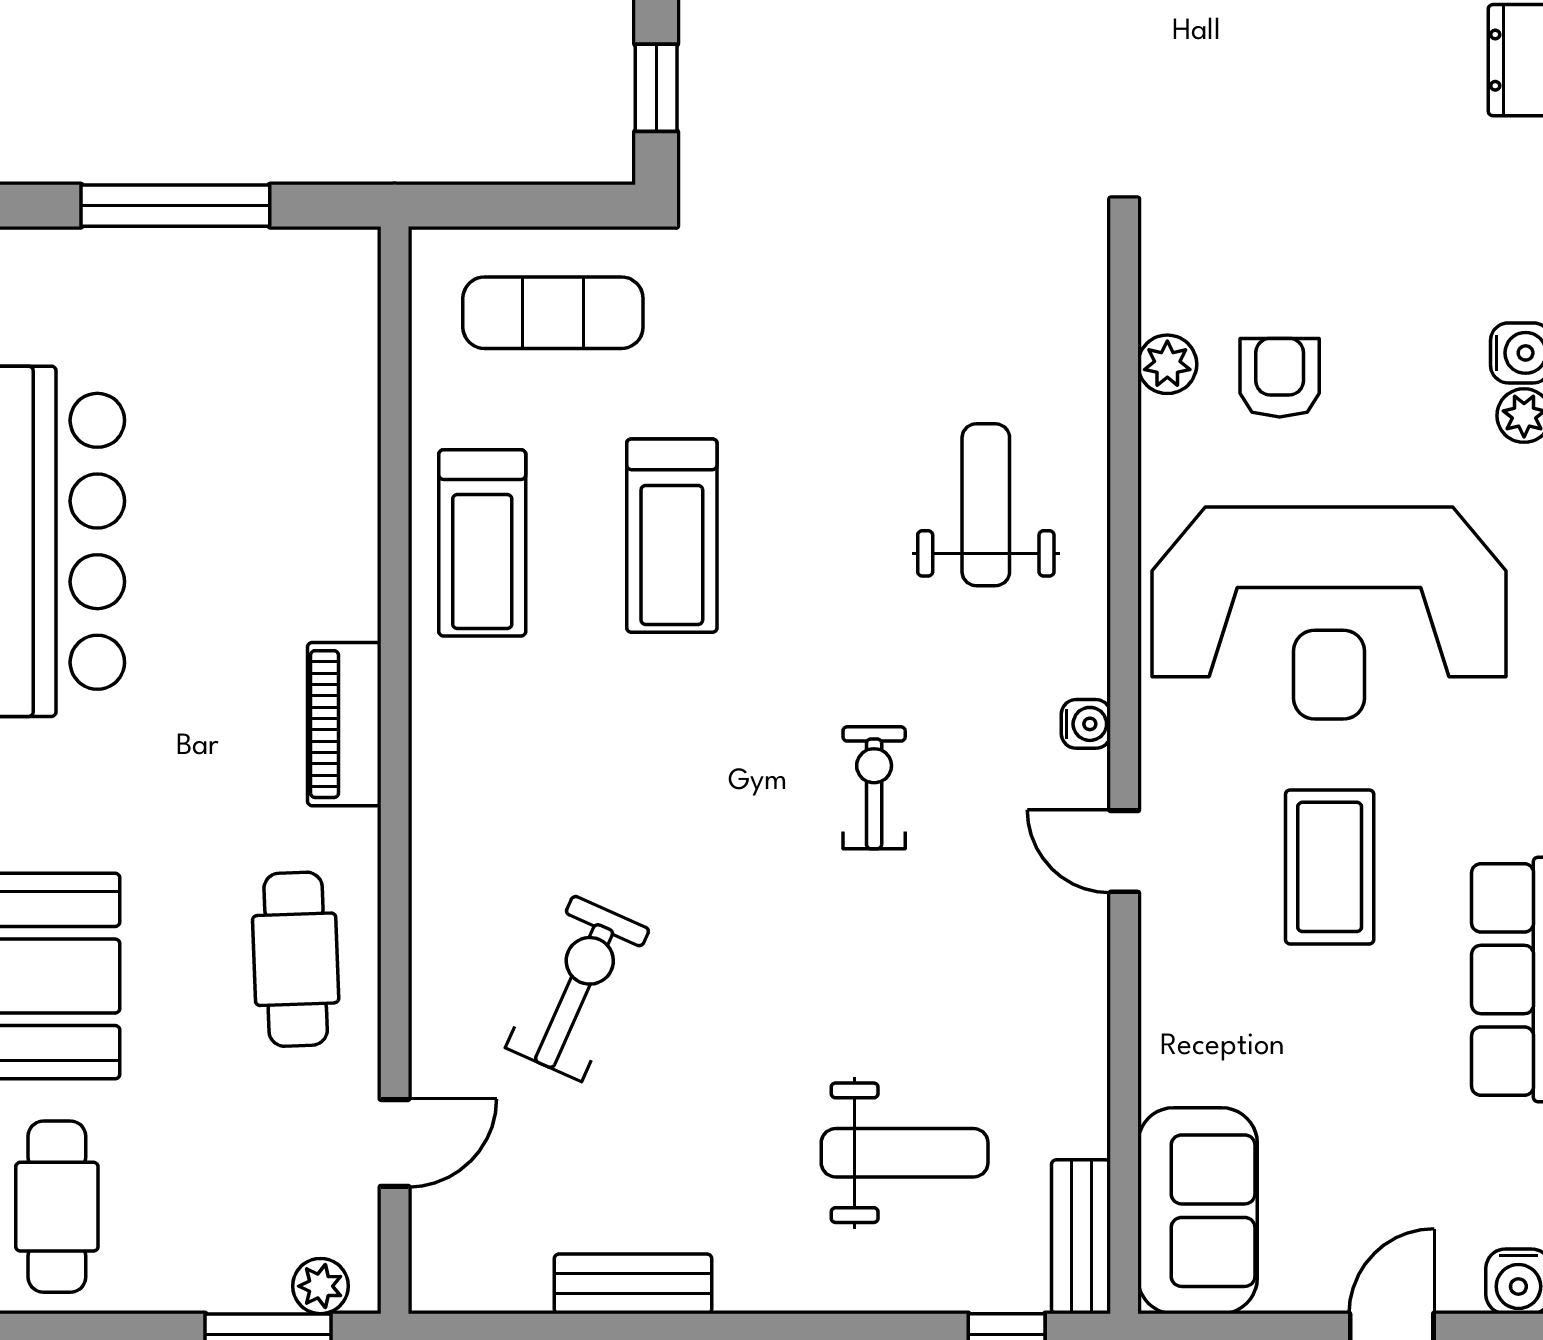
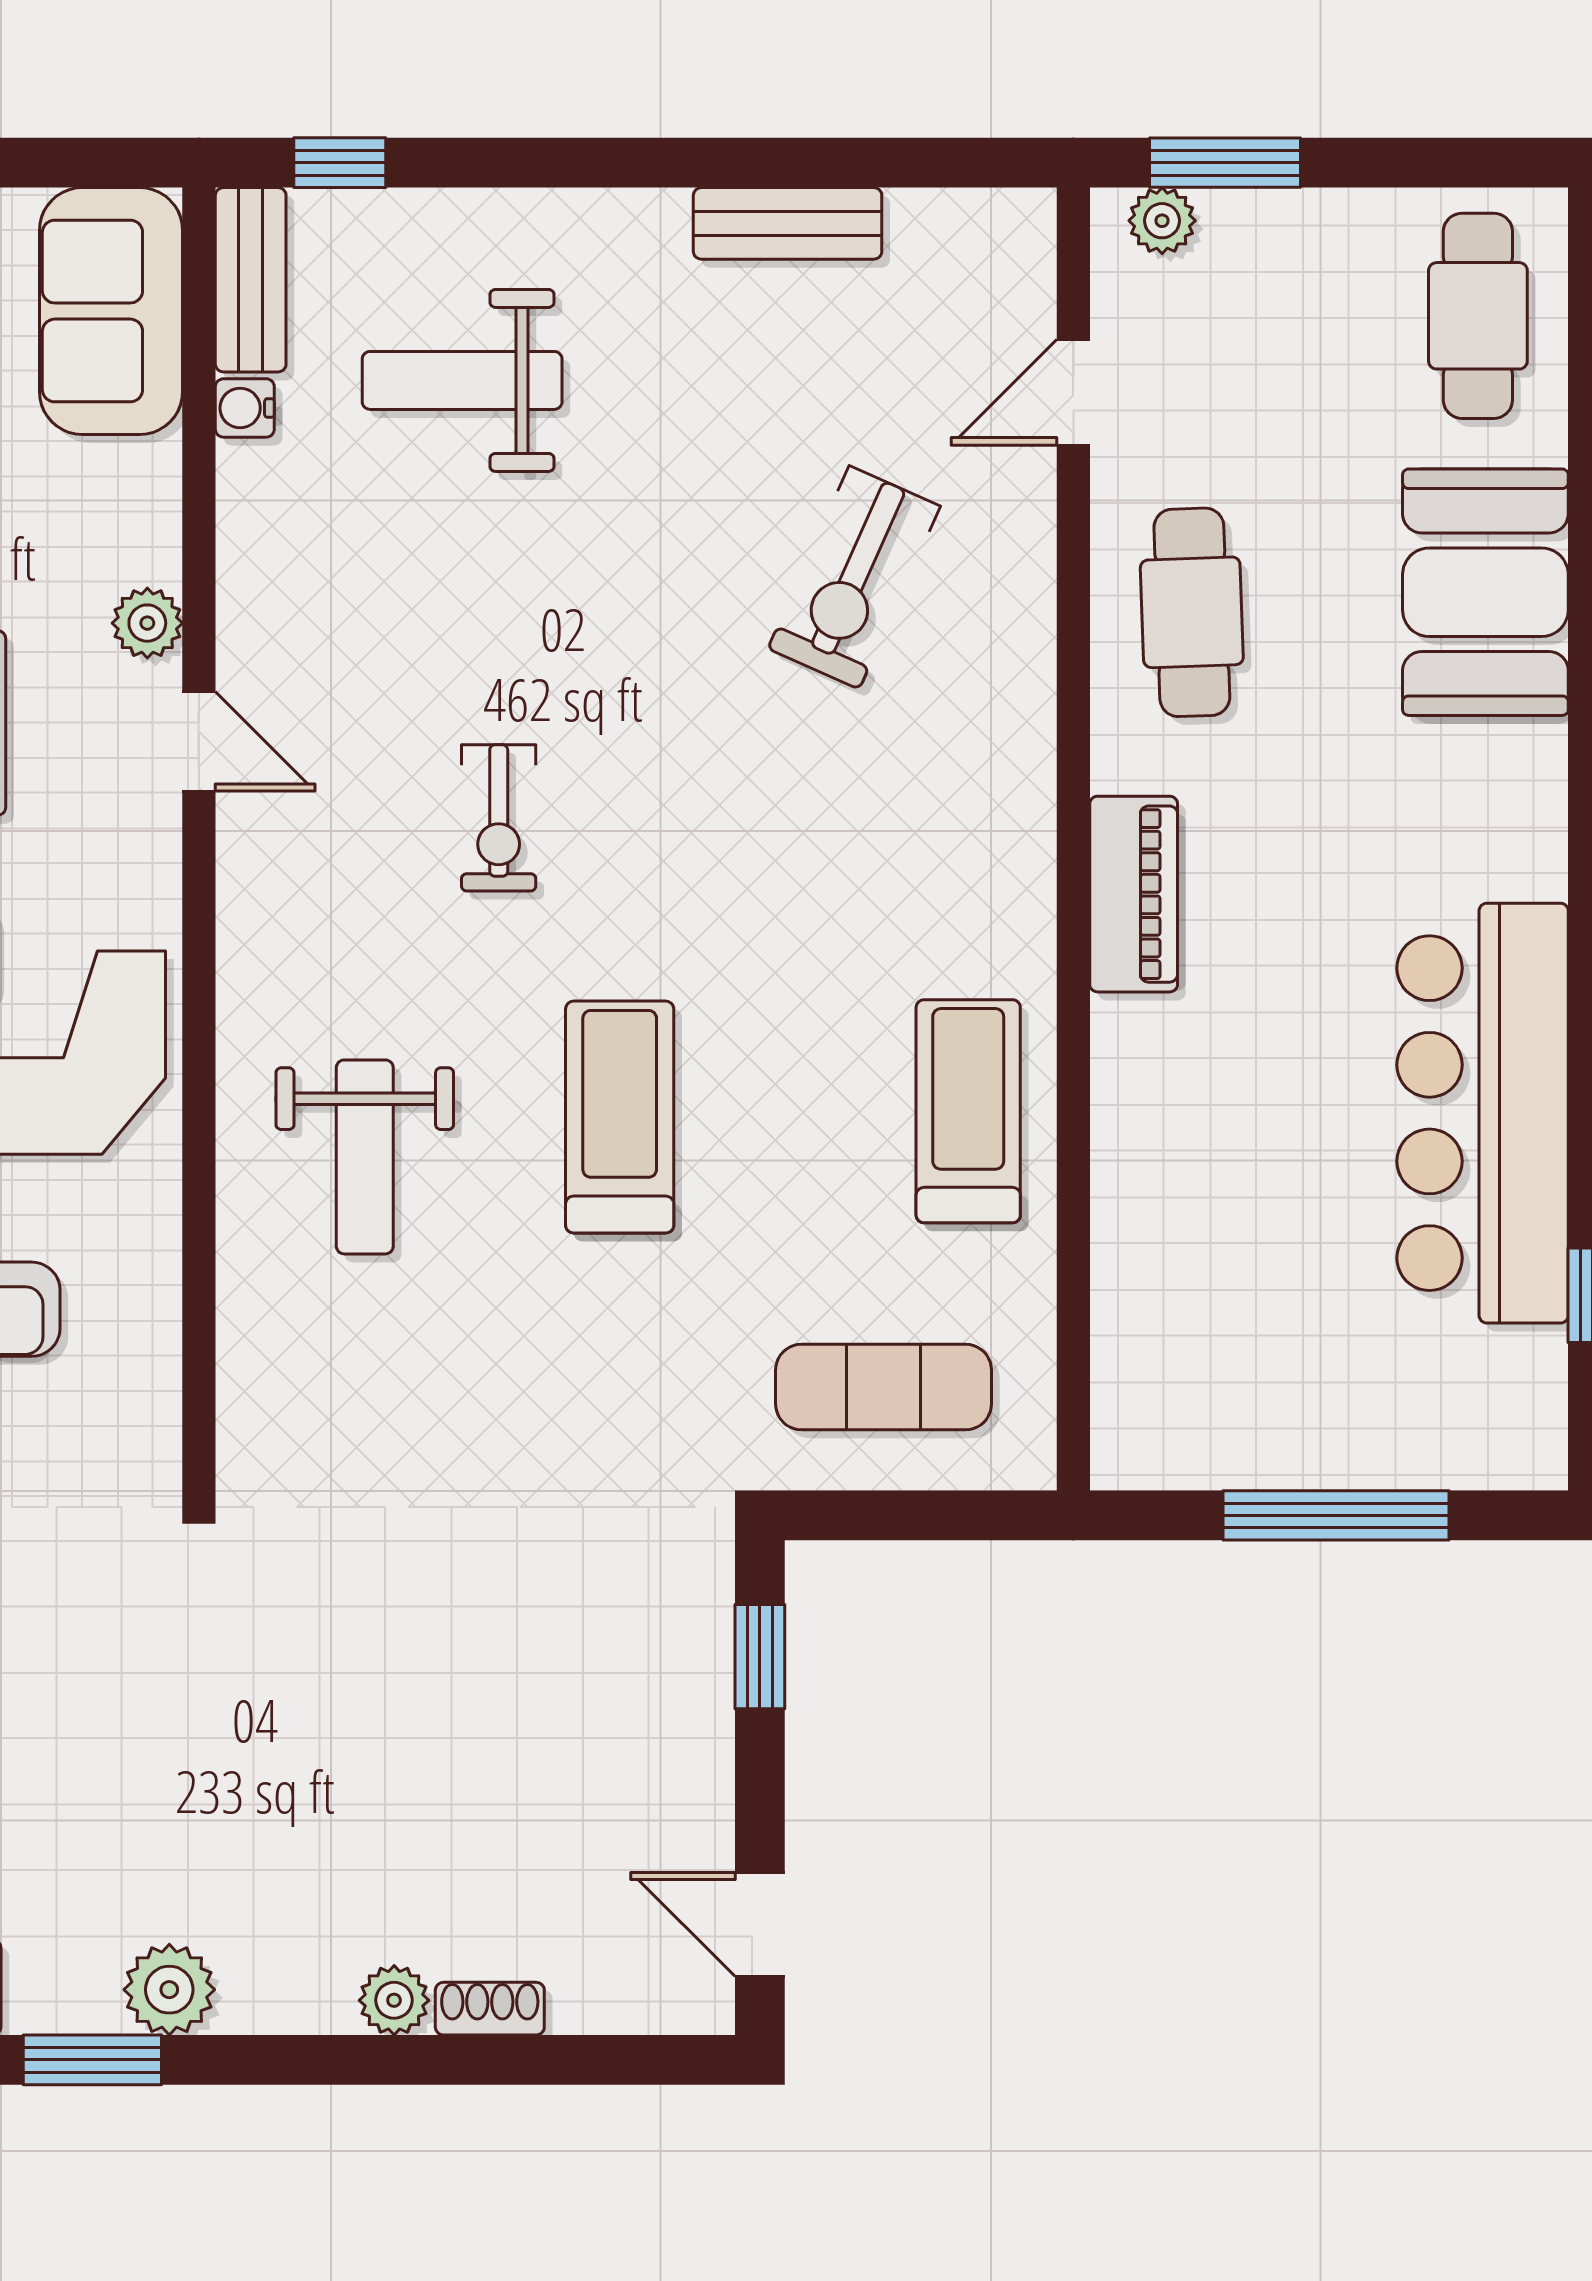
plant: (1167, 364) -> (147, 623), moved
treadmill: (672, 536) -> (620, 1117), moved
water cooler: (1086, 724) -> (245, 408), moved

